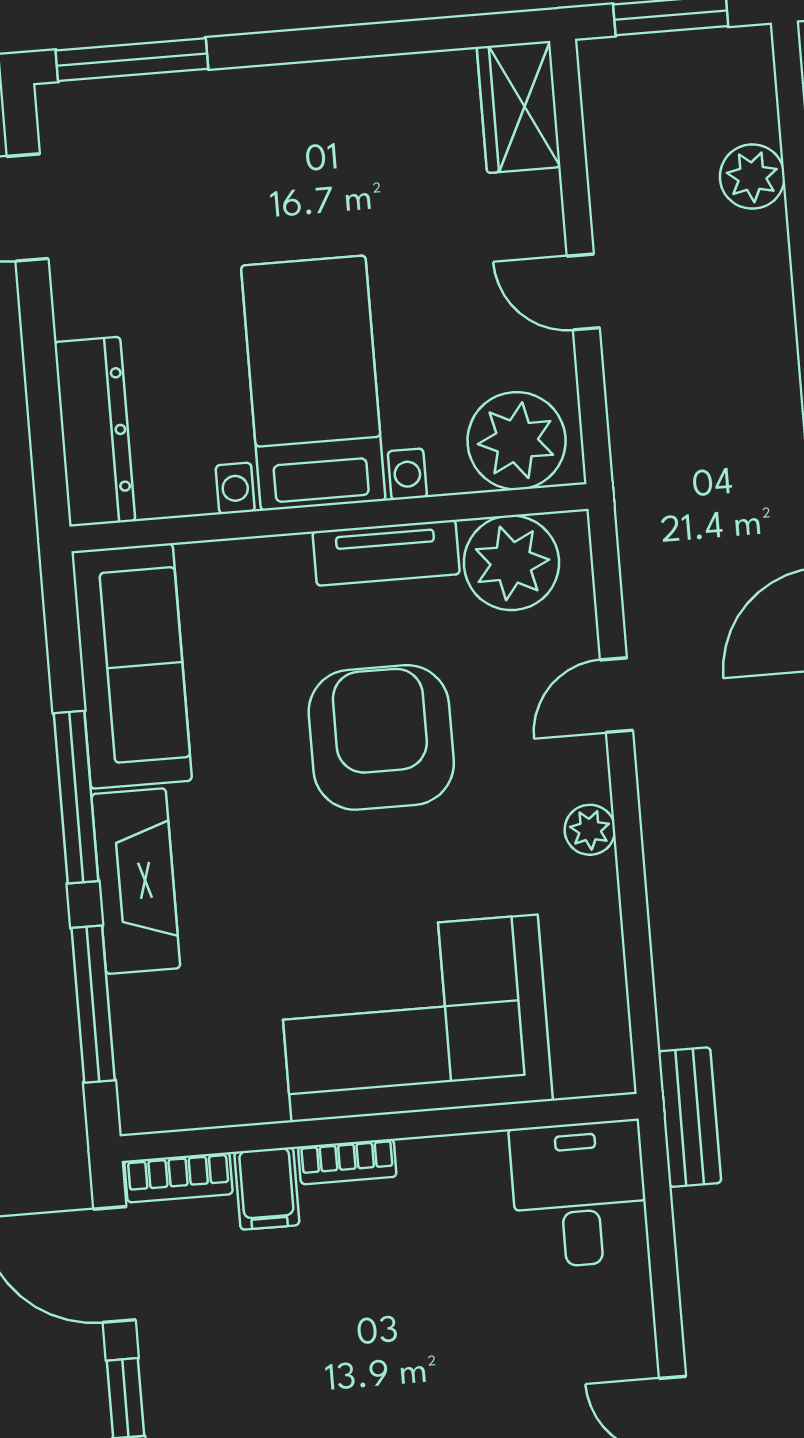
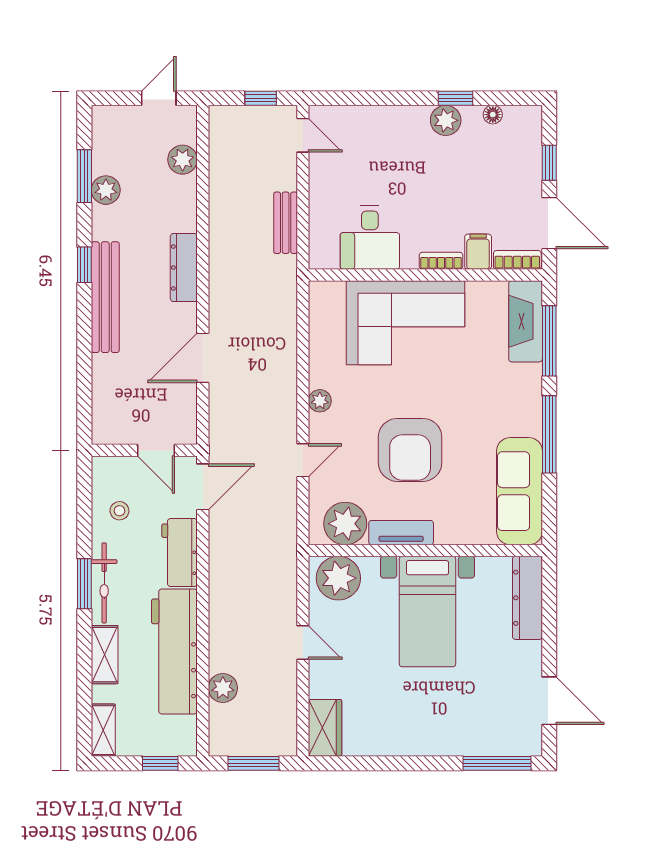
fireplace: (136, 881) -> (526, 321), moved
bench: (690, 1117) -> (286, 223), moved
desk: (579, 1194) -> (370, 238), moved

